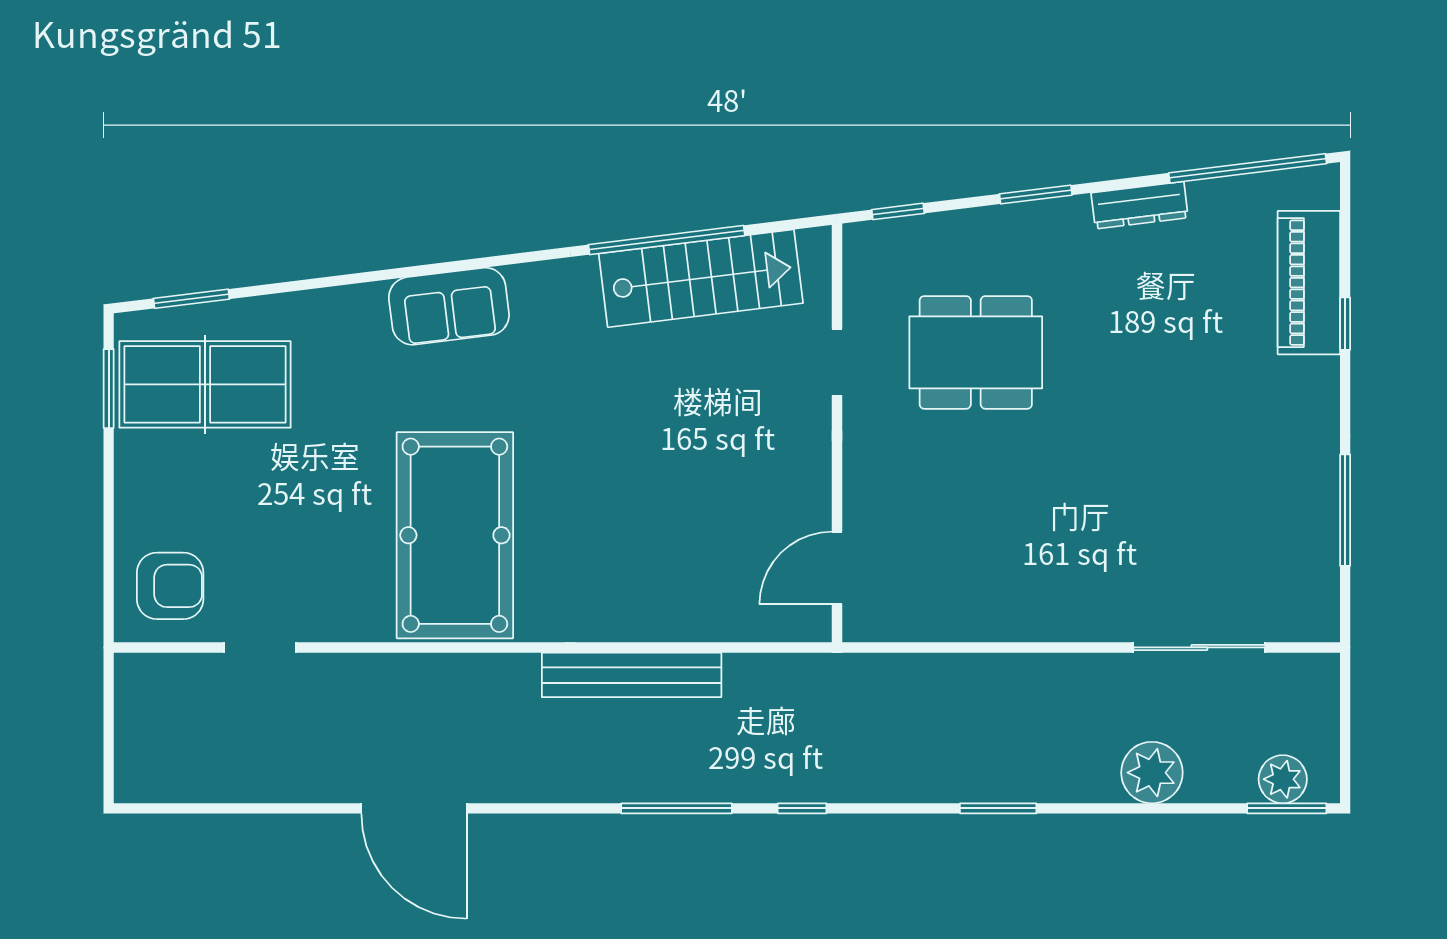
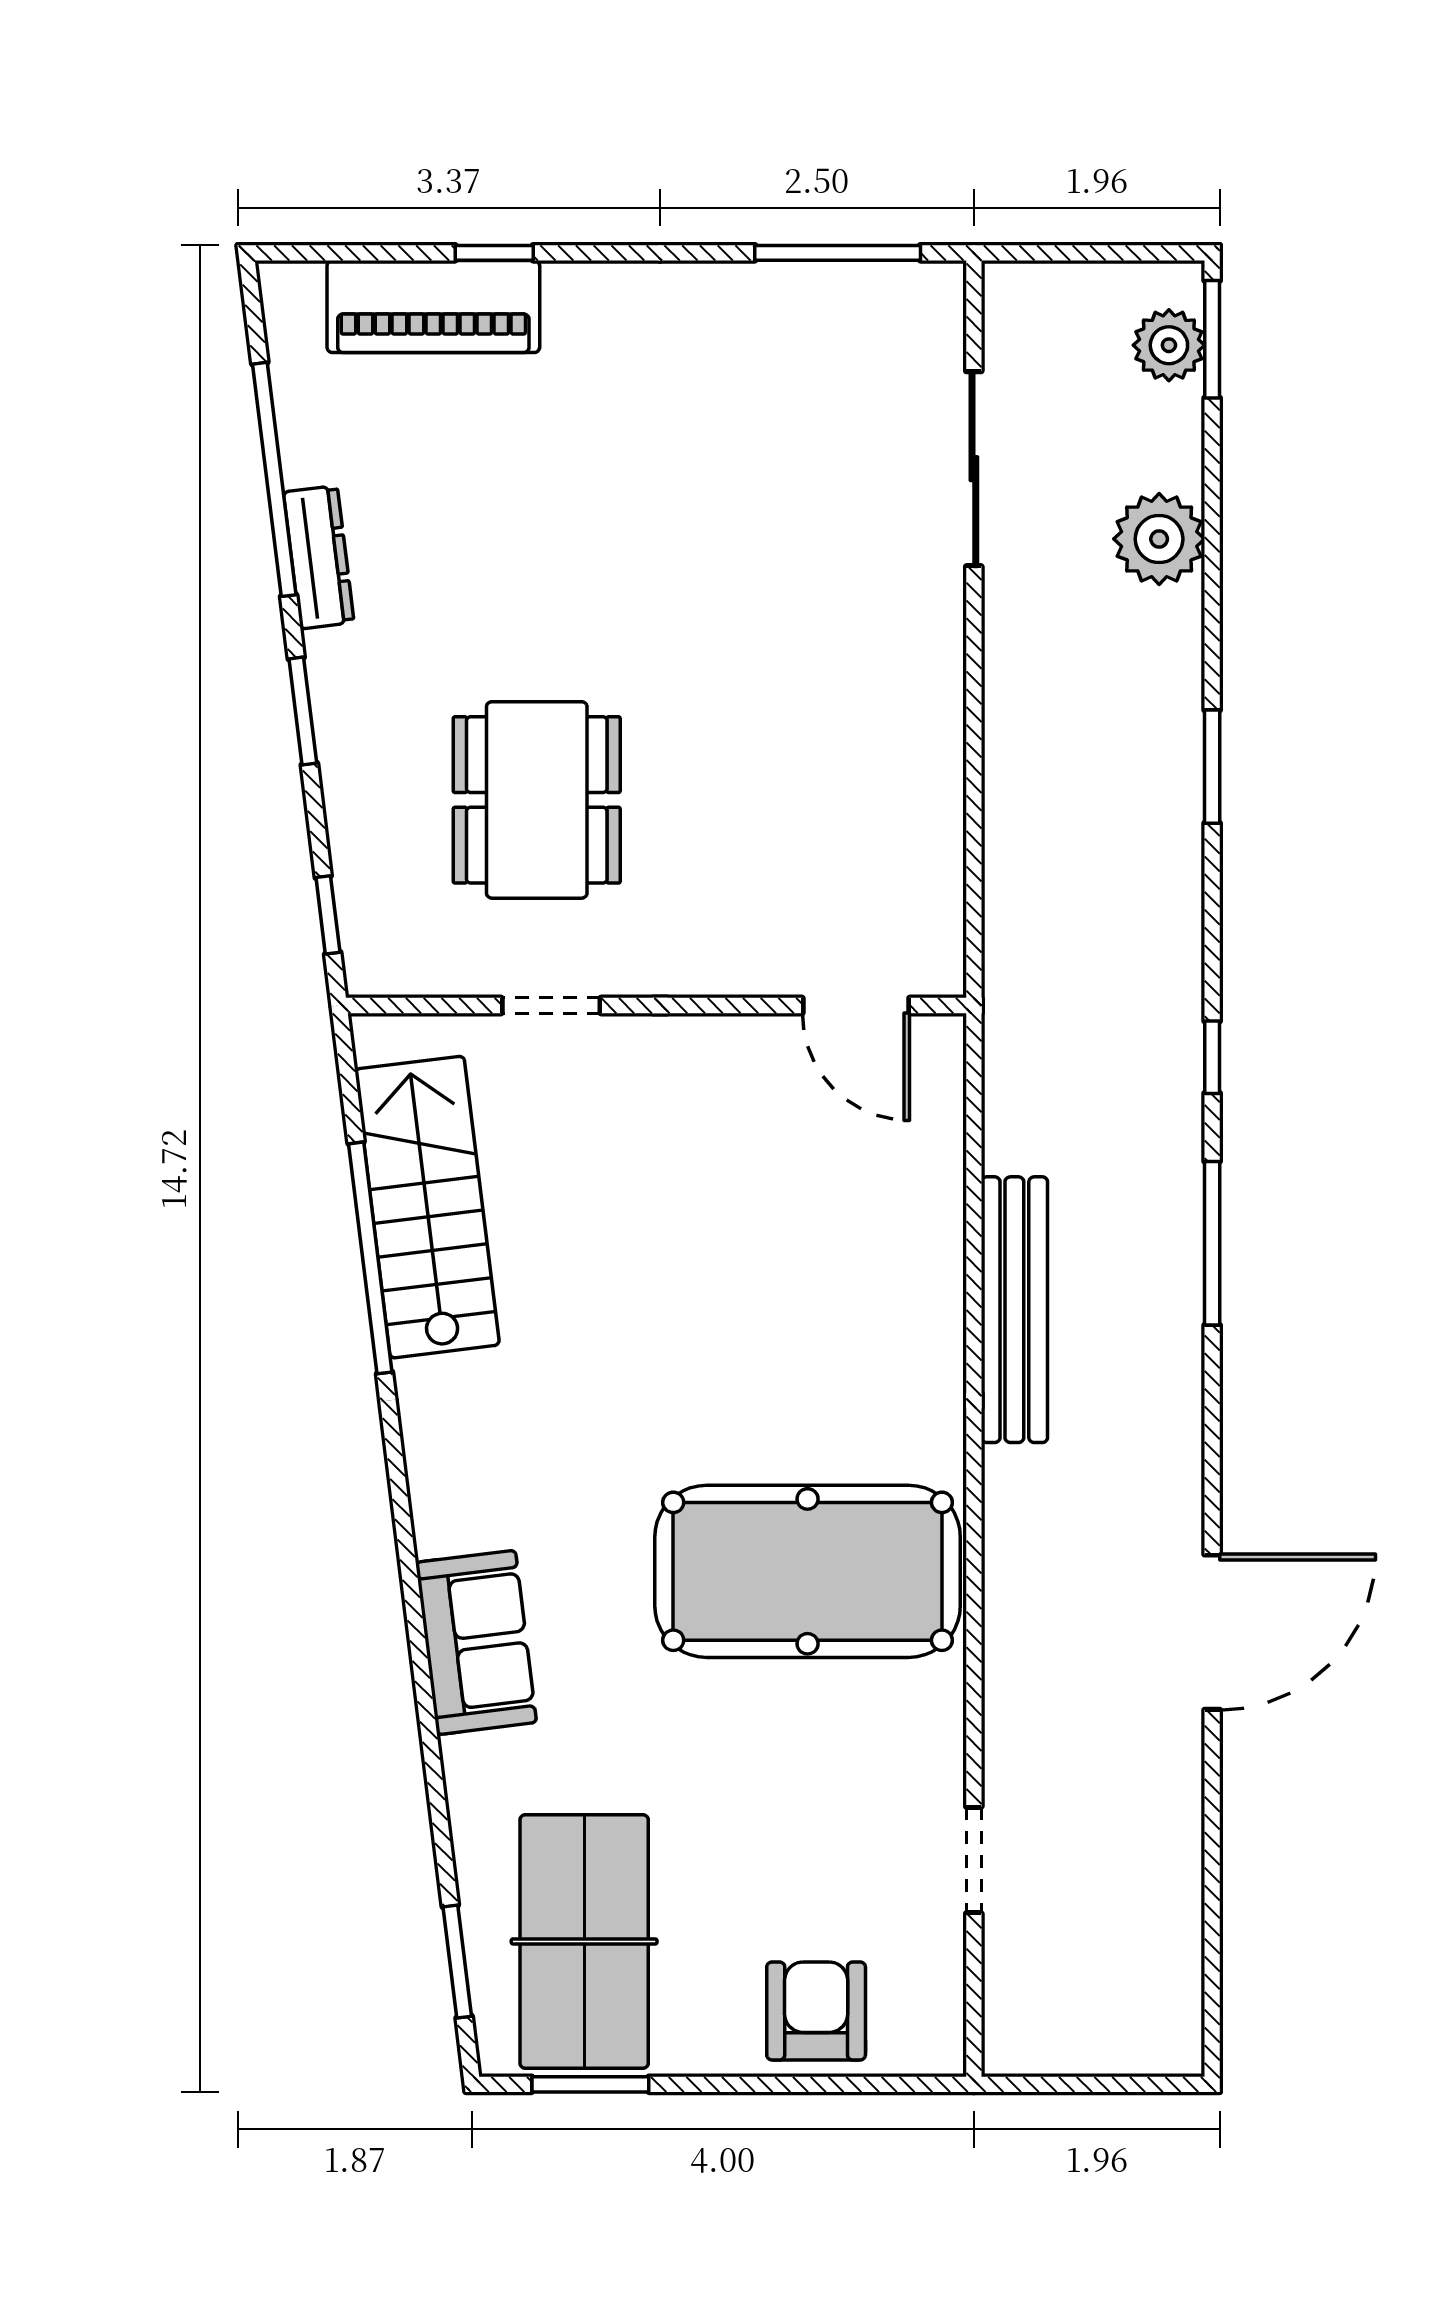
window: (1248, 168) -> (274, 479), moved
sofa: (449, 306) -> (476, 1642), moved
window: (1345, 510) -> (838, 253), moved
armchair: (170, 586) -> (816, 2011), moved

